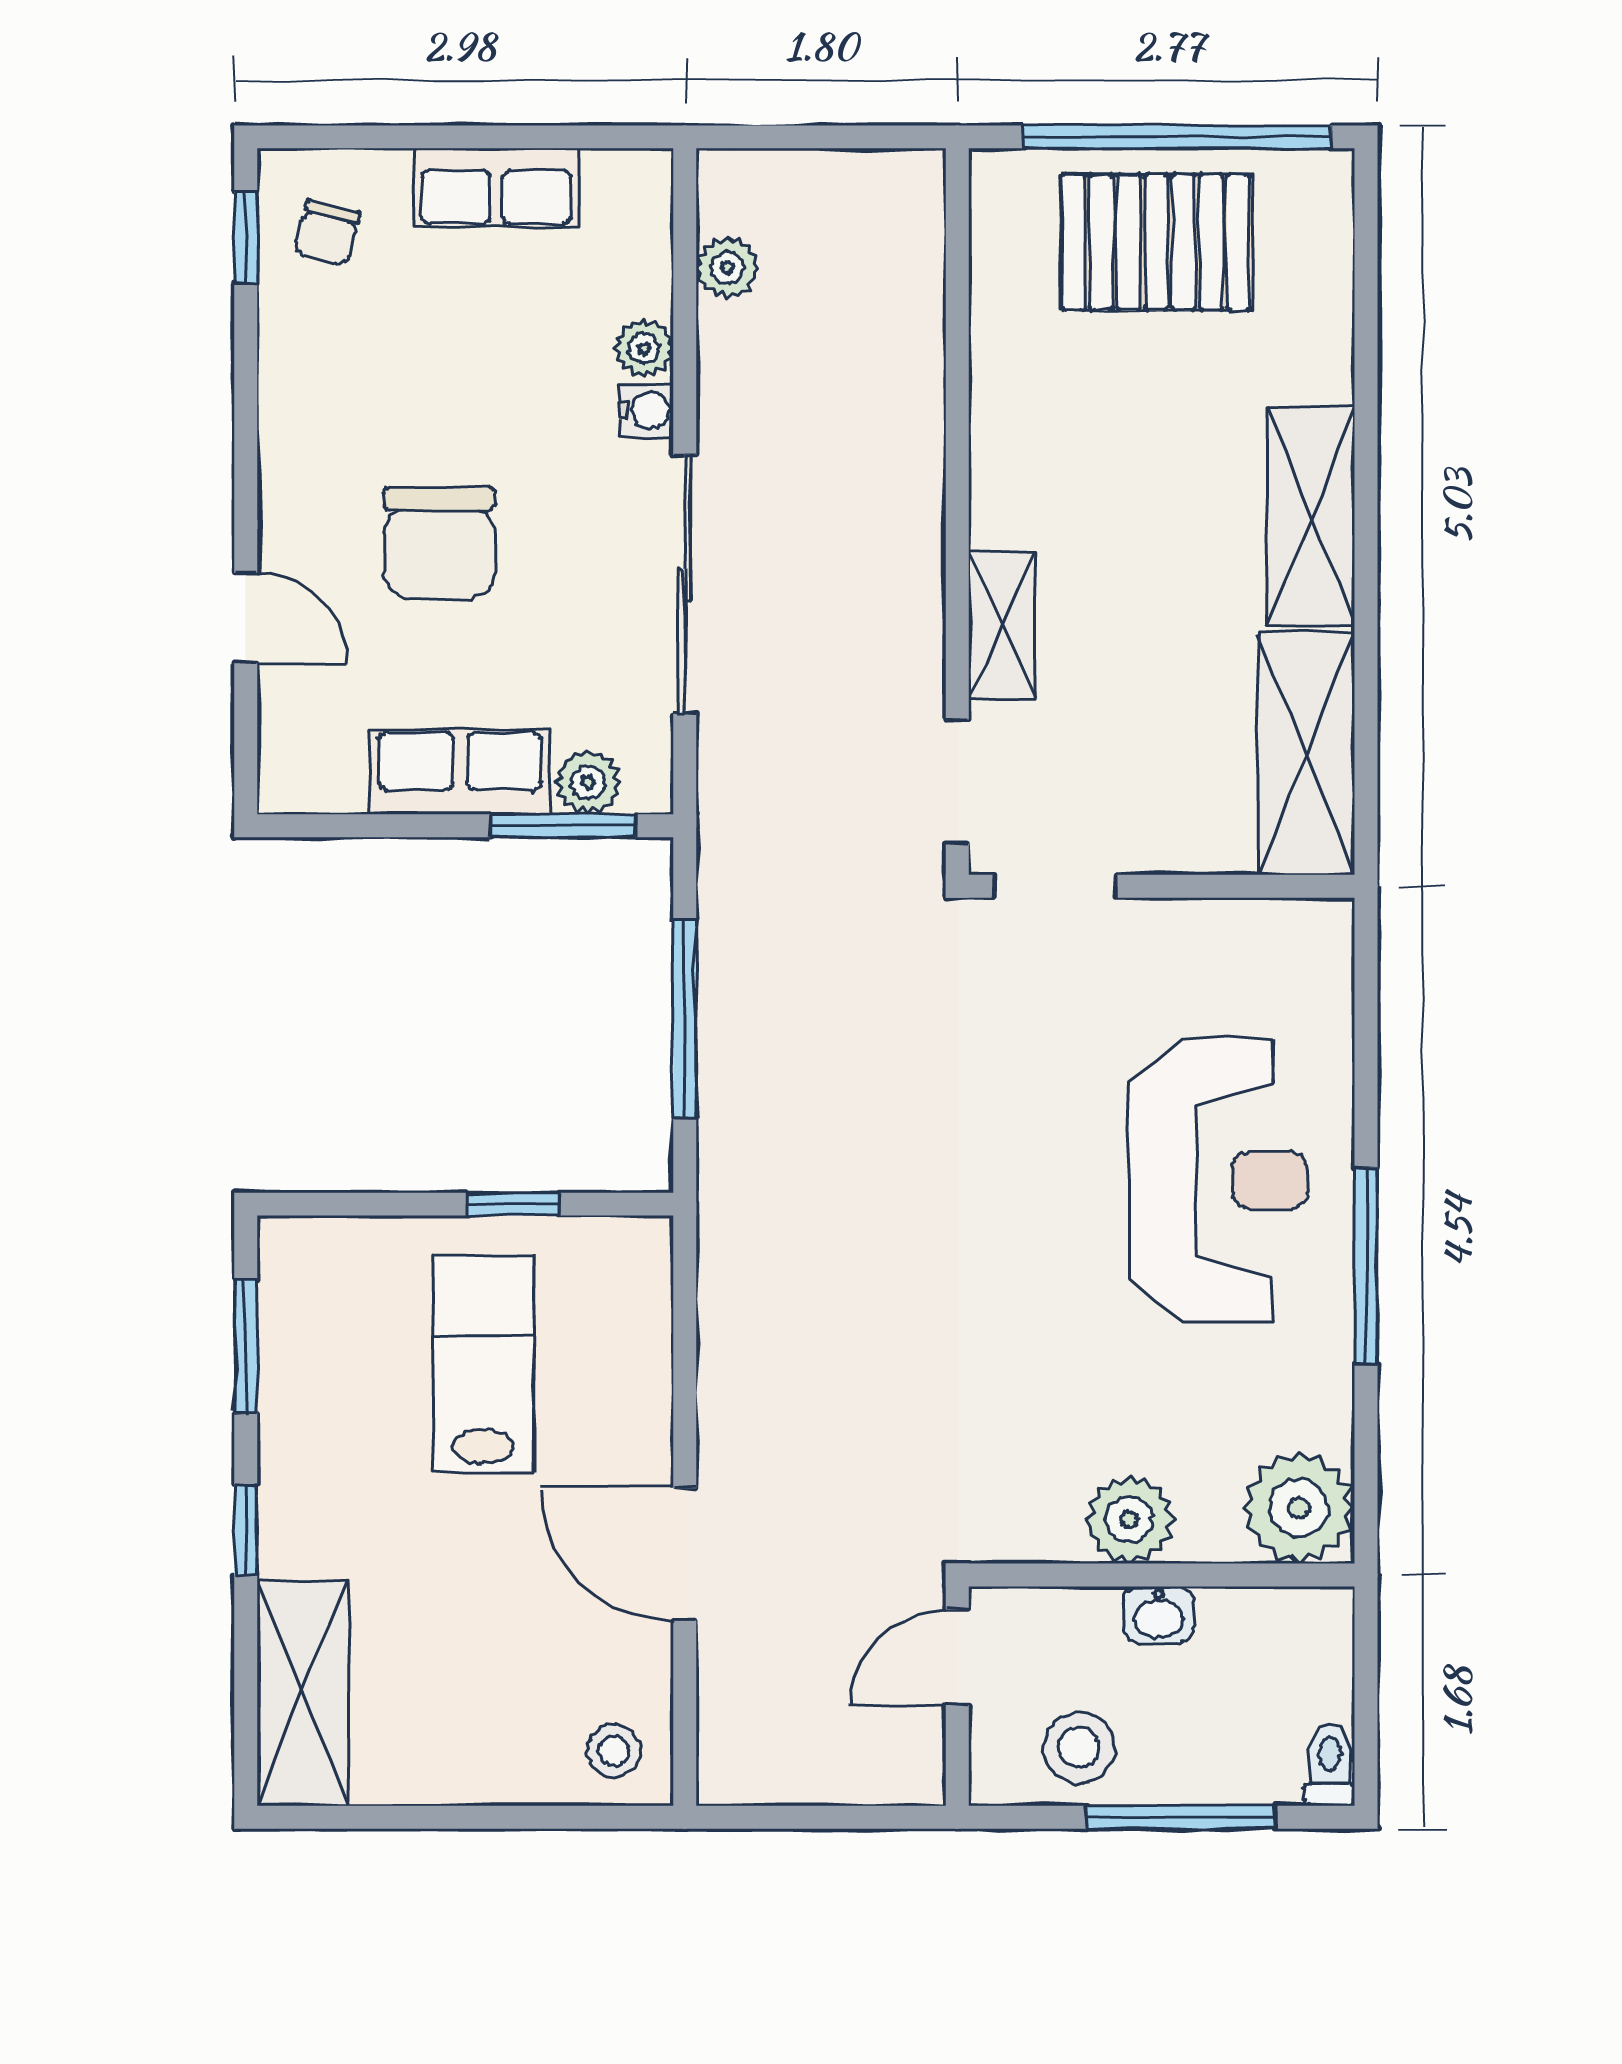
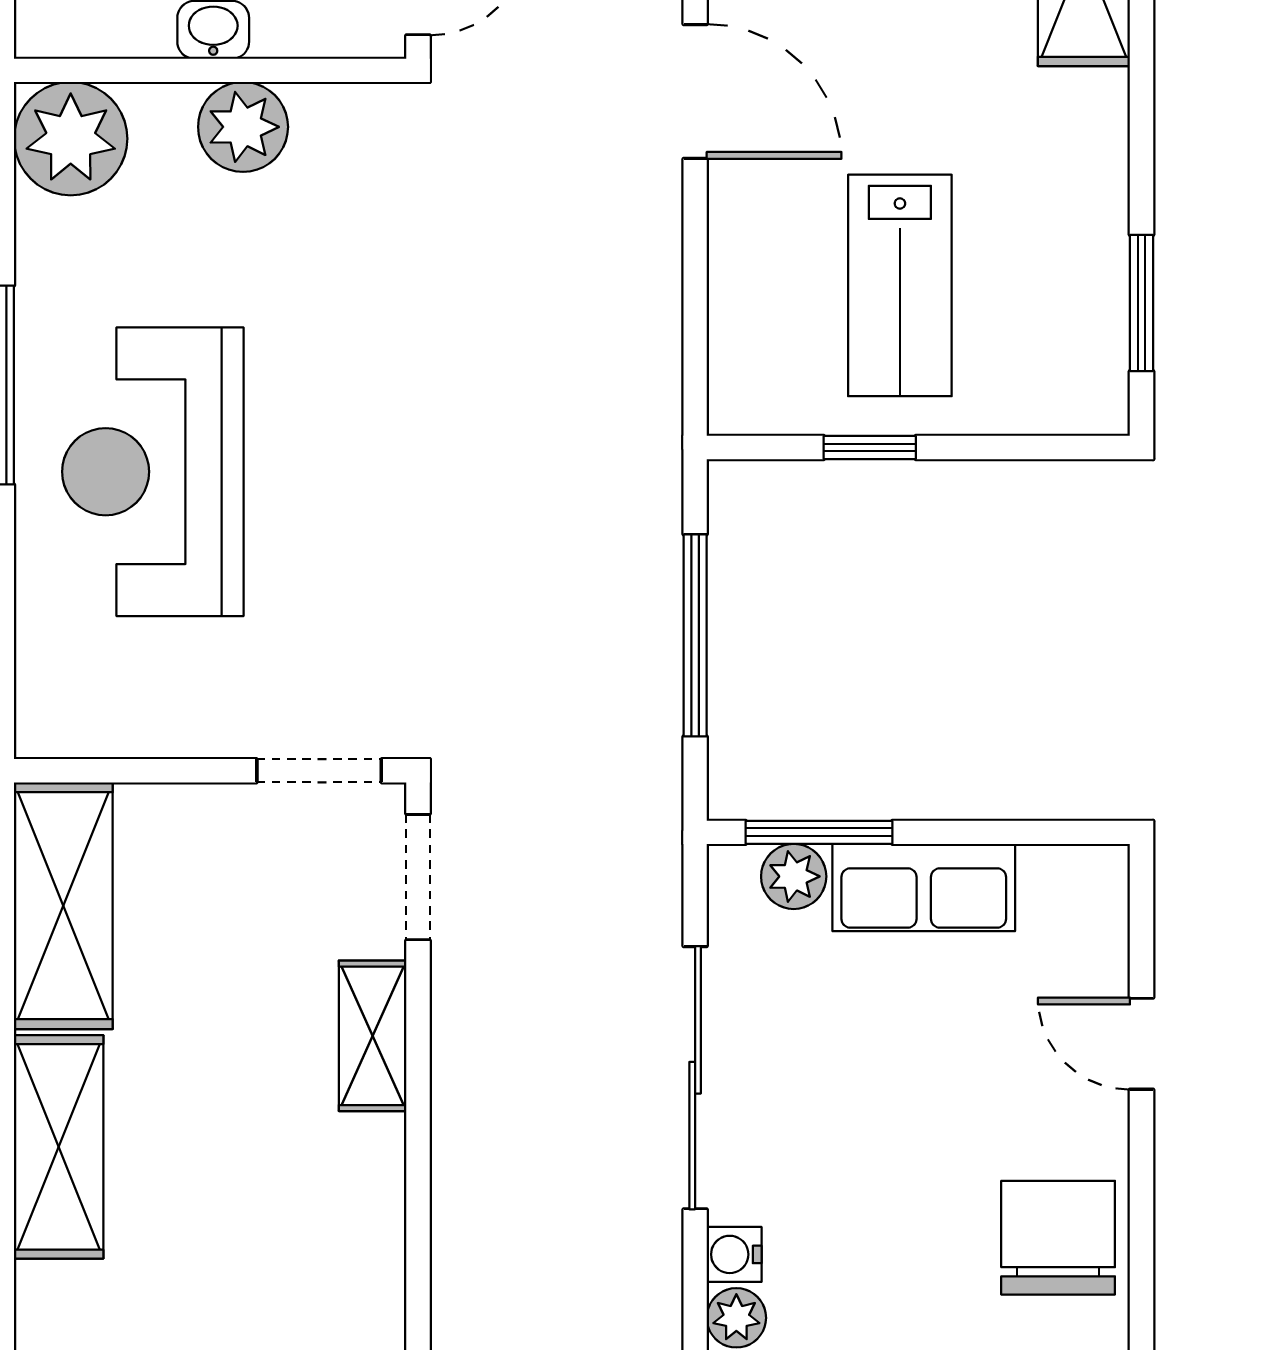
chair: (439, 543) -> (1058, 1238), moved
window: (246, 1530) -> (1141, 116), removed

